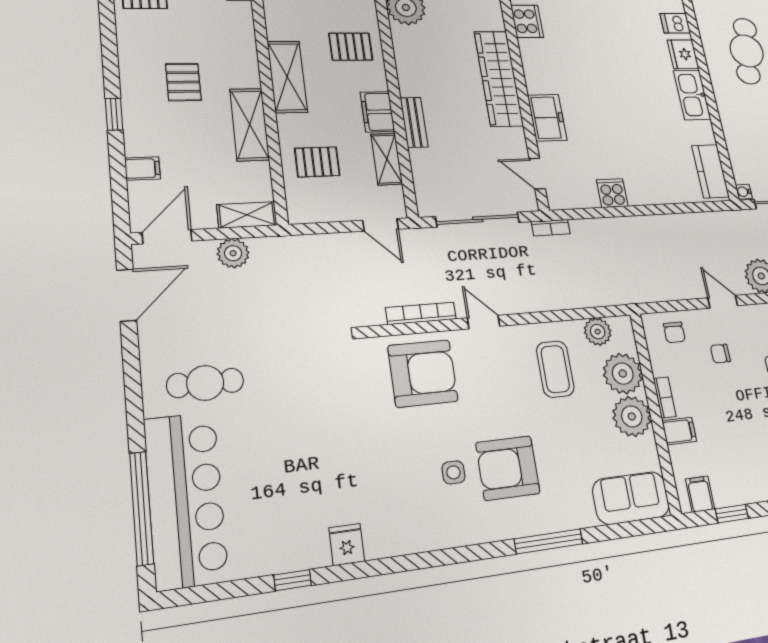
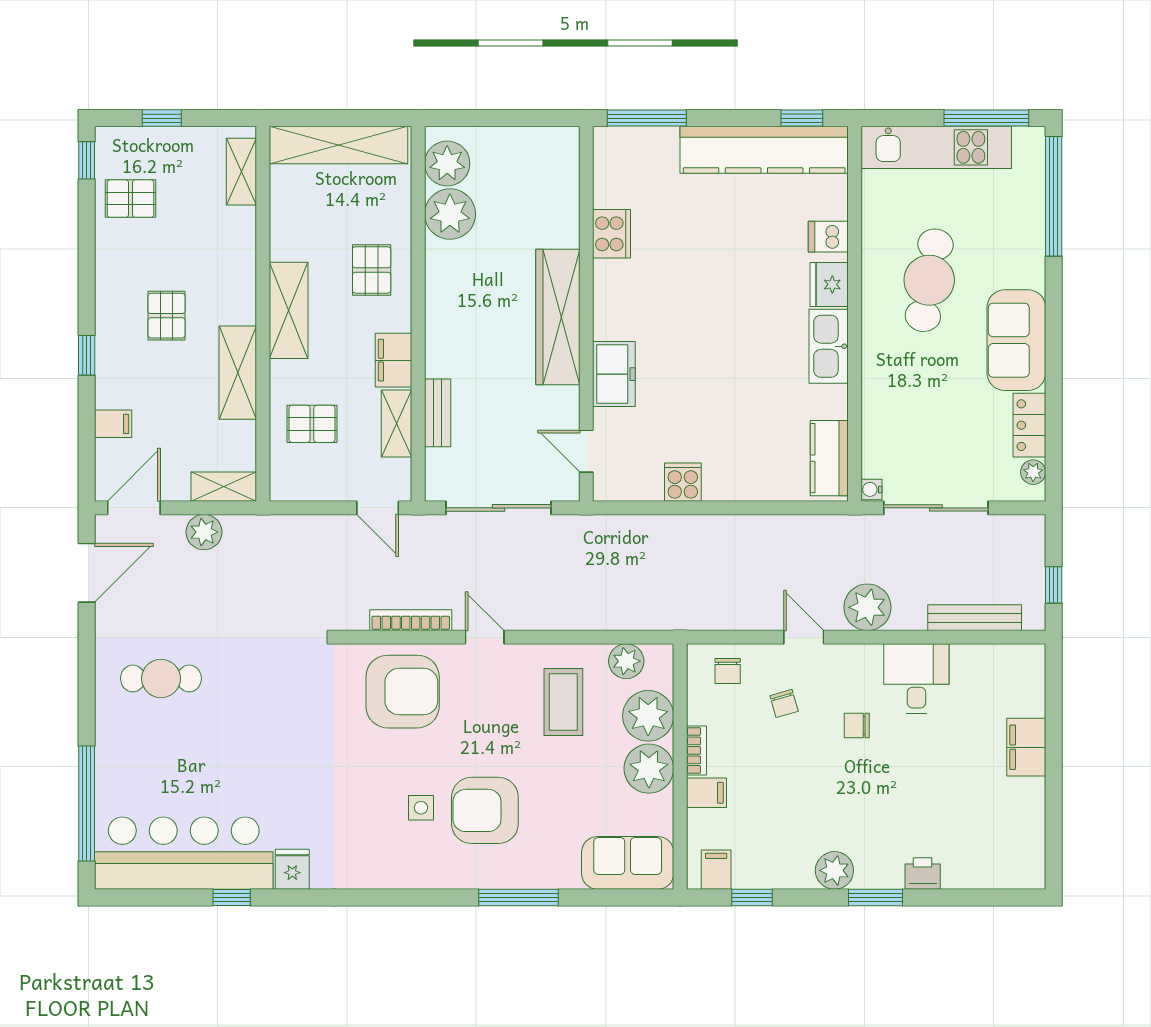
pallet: (351, 47) -> (372, 270), turned 90
bench: (414, 122) -> (438, 413), moved
bookcase: (551, 228) -> (591, 524), removed
chair: (720, 354) -> (784, 703), turned -106
bar counter: (186, 499) -> (184, 853), moved, turned -90

